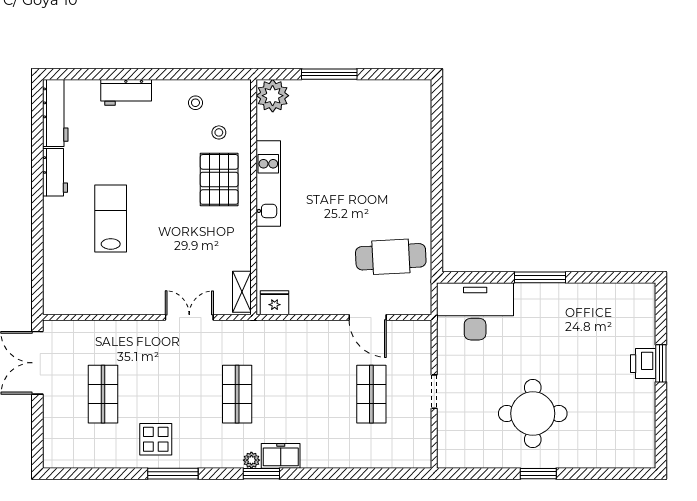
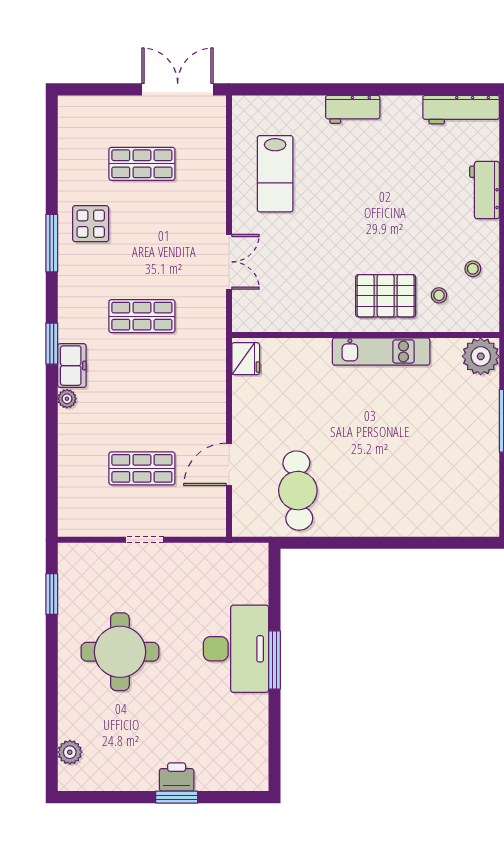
workbench: (55, 172) -> (353, 109), moved
lab bench: (111, 218) -> (275, 174), moved, turned 90
shelving: (242, 292) -> (258, 322), removed
desk: (475, 311) -> (236, 649), moved
plant: (621, 458) -> (70, 752), added
plant: (251, 460) -> (67, 399), moved
window: (538, 474) -> (52, 594), moved

